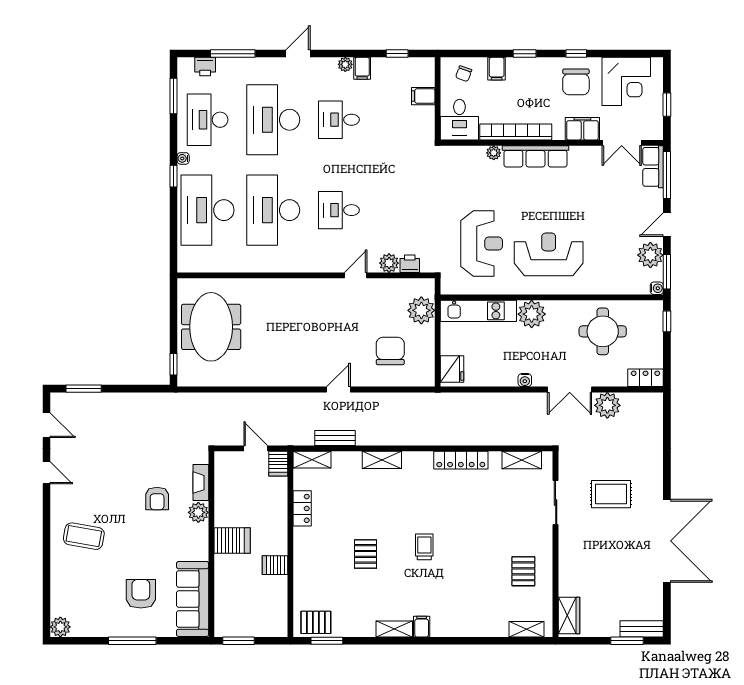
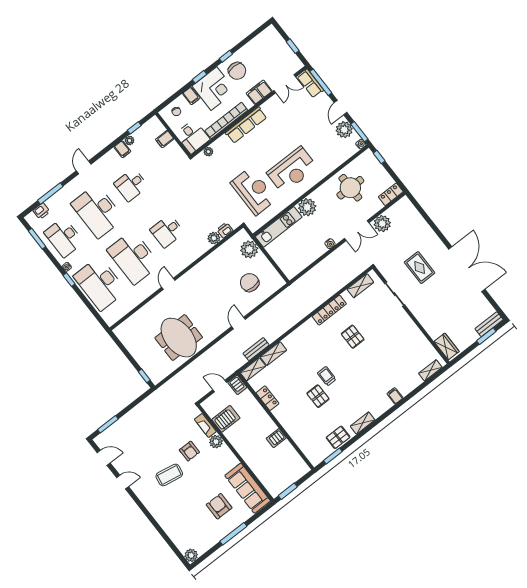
plant: (345, 64) -> (130, 141), moved
corner desk: (626, 81) -> (214, 89), moved
plant: (494, 153) -> (208, 152), moved
reception desk: (549, 254) -> (292, 170), turned 180
door: (356, 275) -> (168, 284), moved
meeting table: (211, 327) -> (179, 338), moved
fridge: (452, 369) -> (288, 267), removed
shelving: (382, 460) -> (273, 354), moved
rug: (611, 494) -> (420, 268), turned 90
coffee table: (84, 536) -> (169, 475), moved
server rack: (232, 541) -> (226, 419), moved
trolley: (424, 547) -> (327, 376), moved
pallet: (523, 571) -> (353, 337), moved
pallet: (316, 622) -> (338, 437), moved
filing cabinet: (422, 627) -> (395, 396), moved

